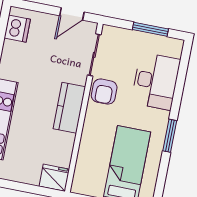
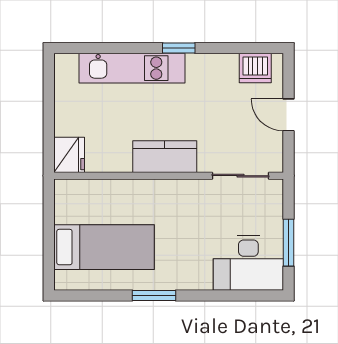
door: (72, 14) -> (289, 115), moved
desk: (156, 81) -> (248, 263), moved
armchair: (104, 92) -> (195, 198), removed

